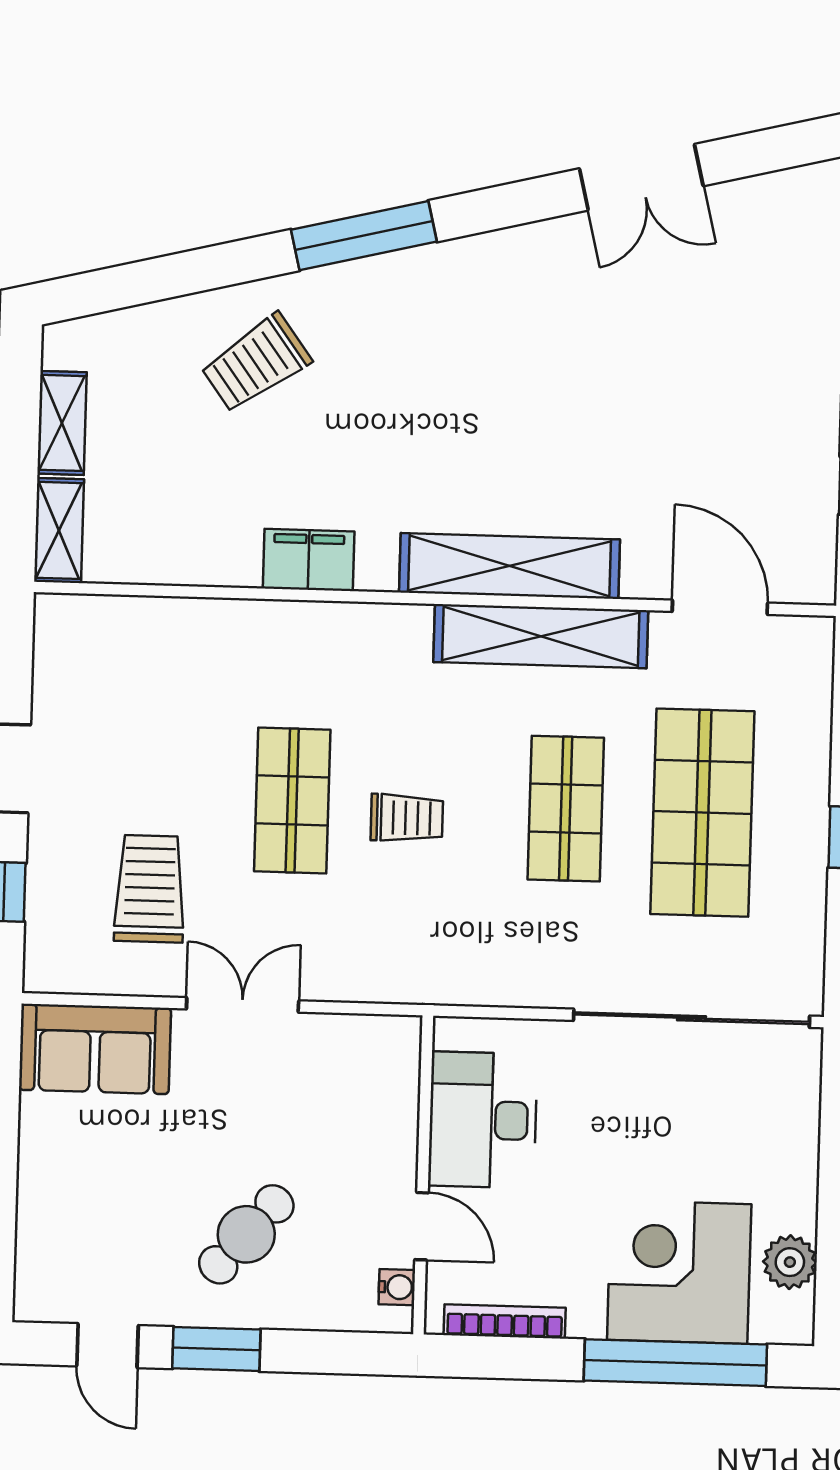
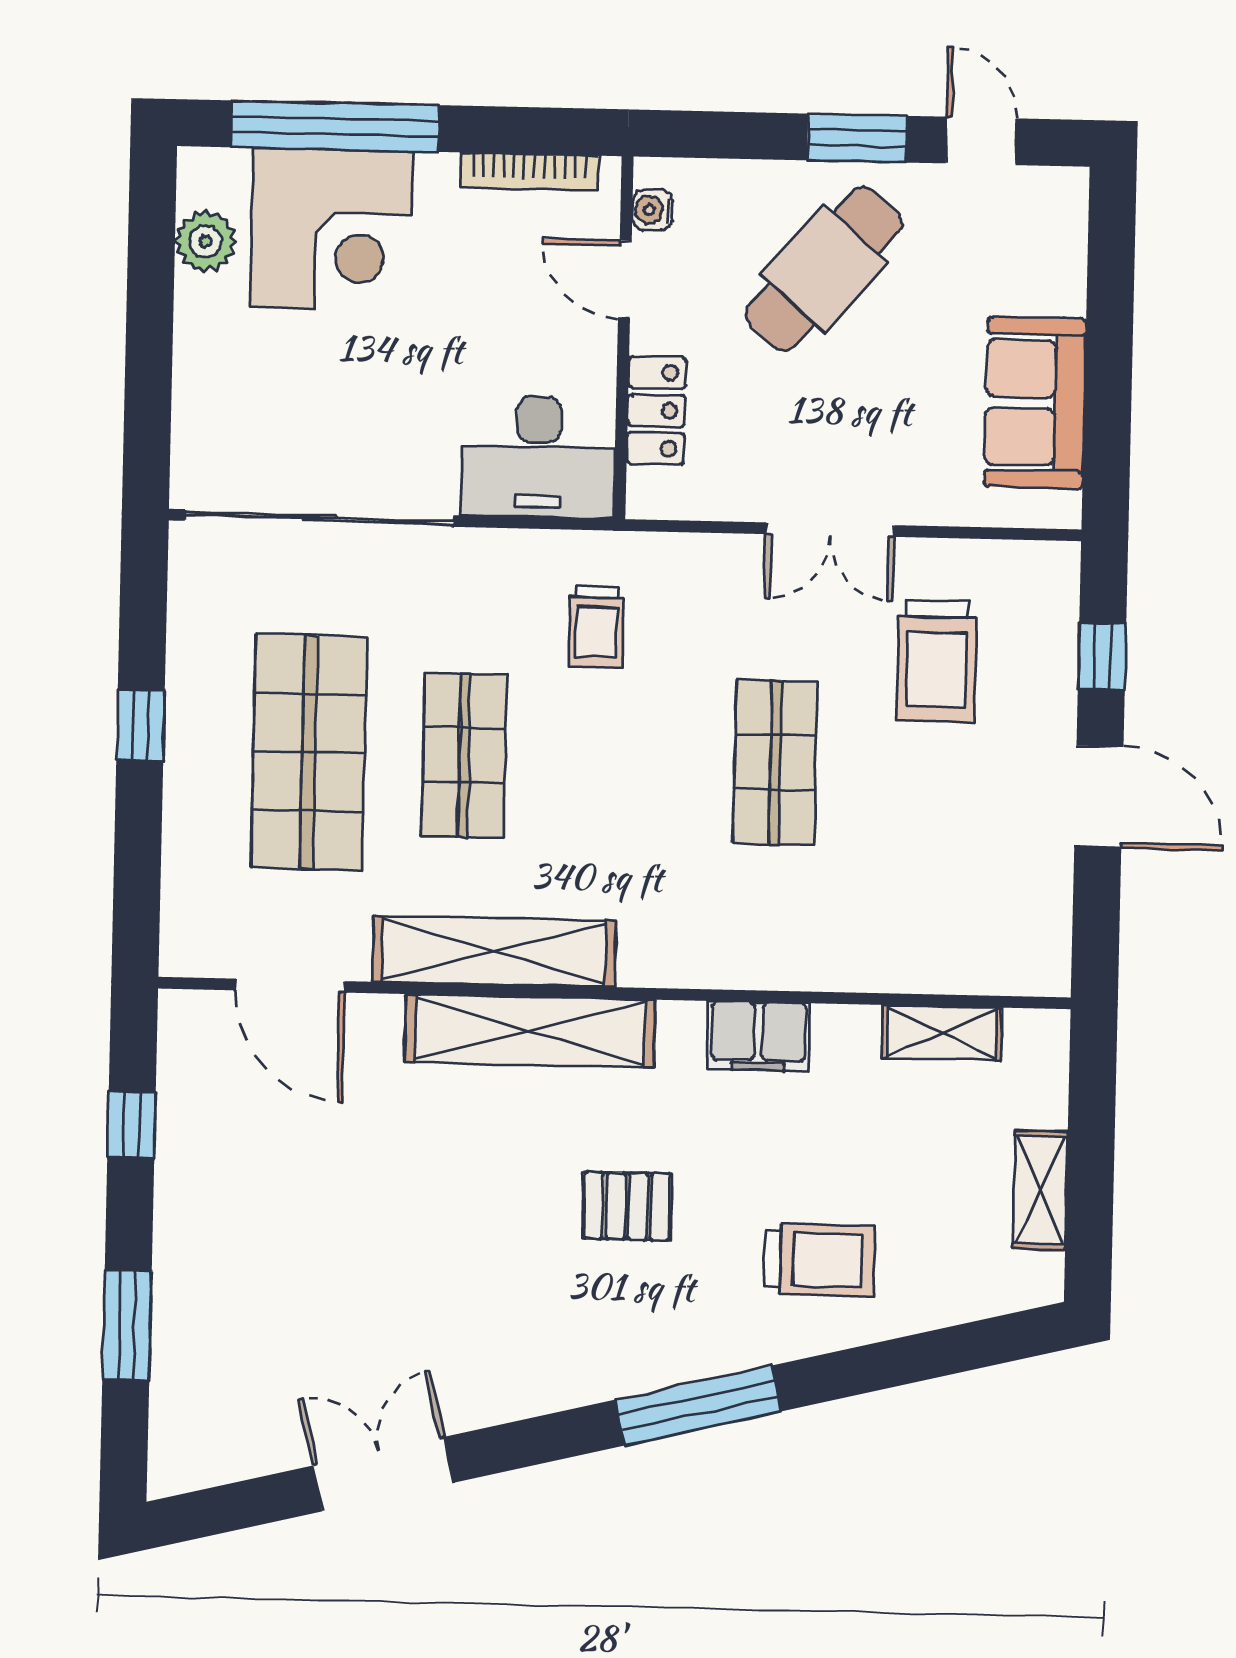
trolley: (256, 363) -> (820, 1260), turned 36
pallet: (425, 411) -> (627, 1206), added
shelving: (59, 530) -> (942, 1033), moved, turned 90
trolley: (407, 818) -> (596, 626), moved, turned -90
sofa: (95, 1049) -> (1035, 403), moved, turned -90
locker: (395, 1111) -> (656, 411), added
desk: (483, 1120) -> (538, 457), moved, turned 90
cafe table: (246, 1234) -> (824, 269), width x1.37, depth x1.35

